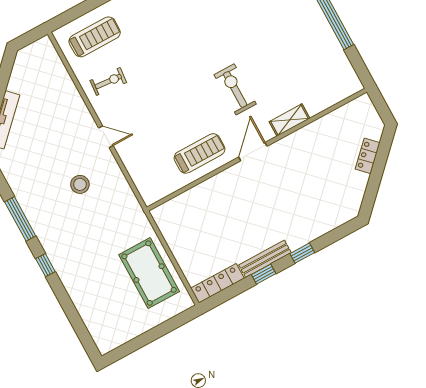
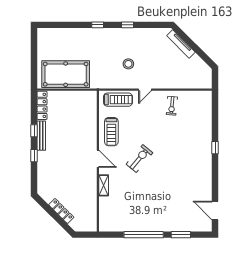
treadmill: (95, 37) -> (118, 100), moved, turned -90
exercise bike: (235, 89) -> (139, 158), moved, turned -50
locker: (368, 156) -> (61, 211), width x1.53
window: (20, 219) -> (127, 25), width x0.46
pool table: (149, 273) -> (66, 74), width x1.36, depth x1.32

